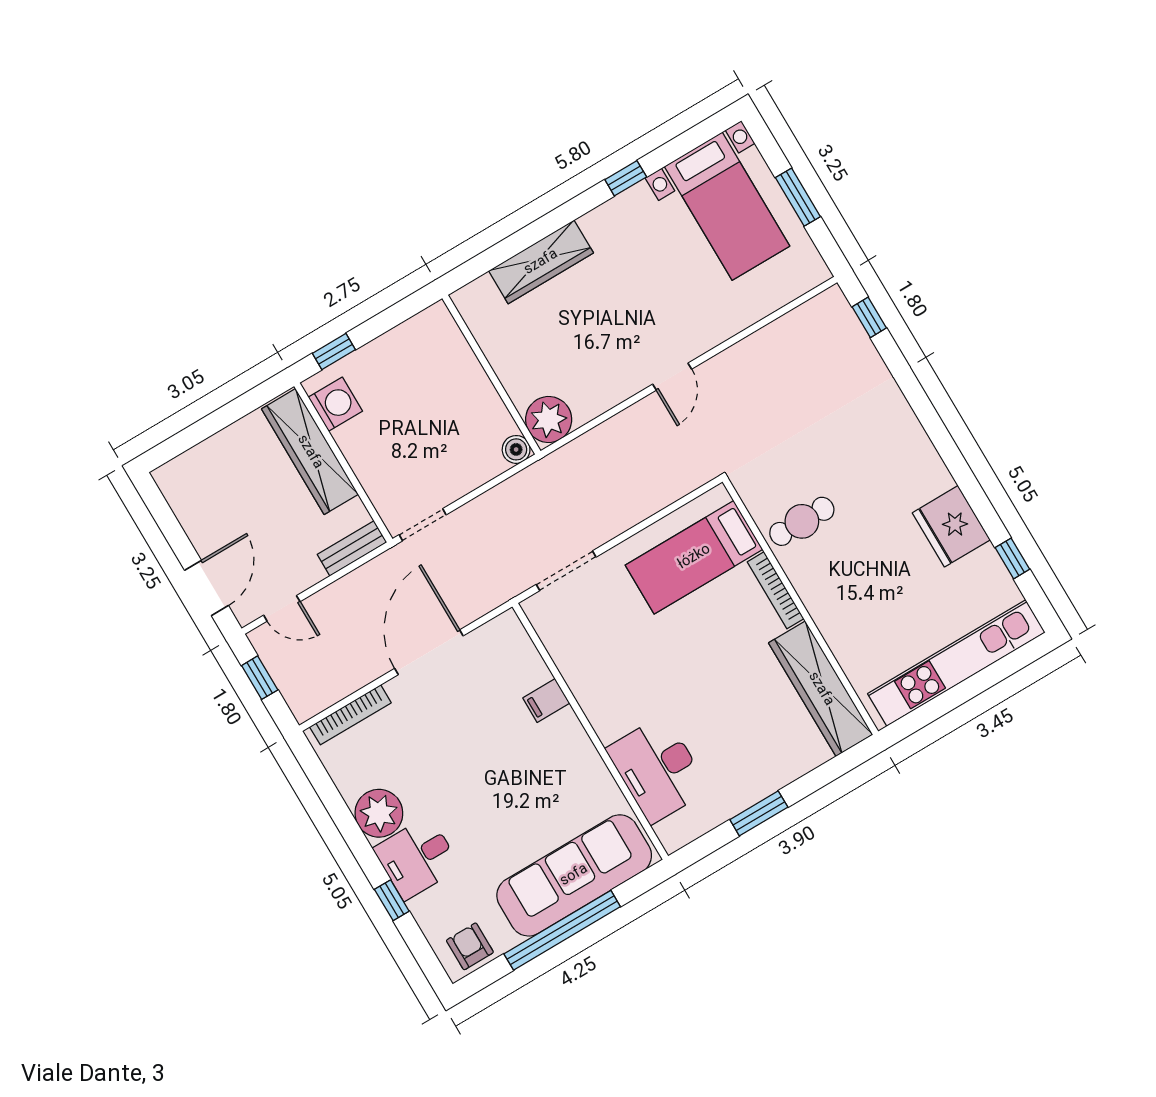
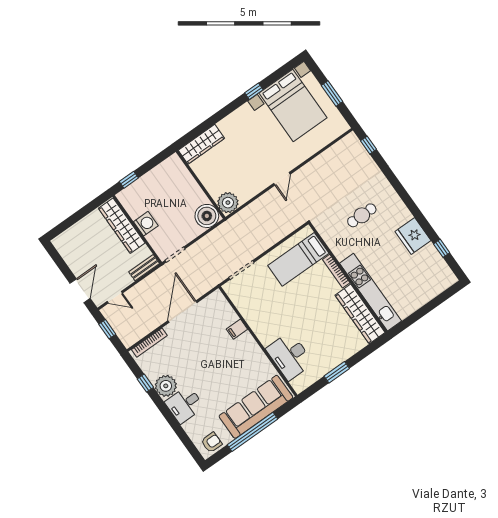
bed with nightstands: (727, 206) -> (293, 105), width x1.36
wardrobe: (541, 262) -> (201, 144), moved
washing machine: (335, 404) -> (146, 224), moved
boiler: (516, 449) -> (207, 216), width x1.86, depth x1.86
cafe table: (802, 521) -> (362, 215), moved
kitchen unit: (956, 663) -> (371, 292), moved, turned 90
window: (392, 900) -> (145, 383), moved
armchair: (470, 946) -> (212, 442), turned 90

